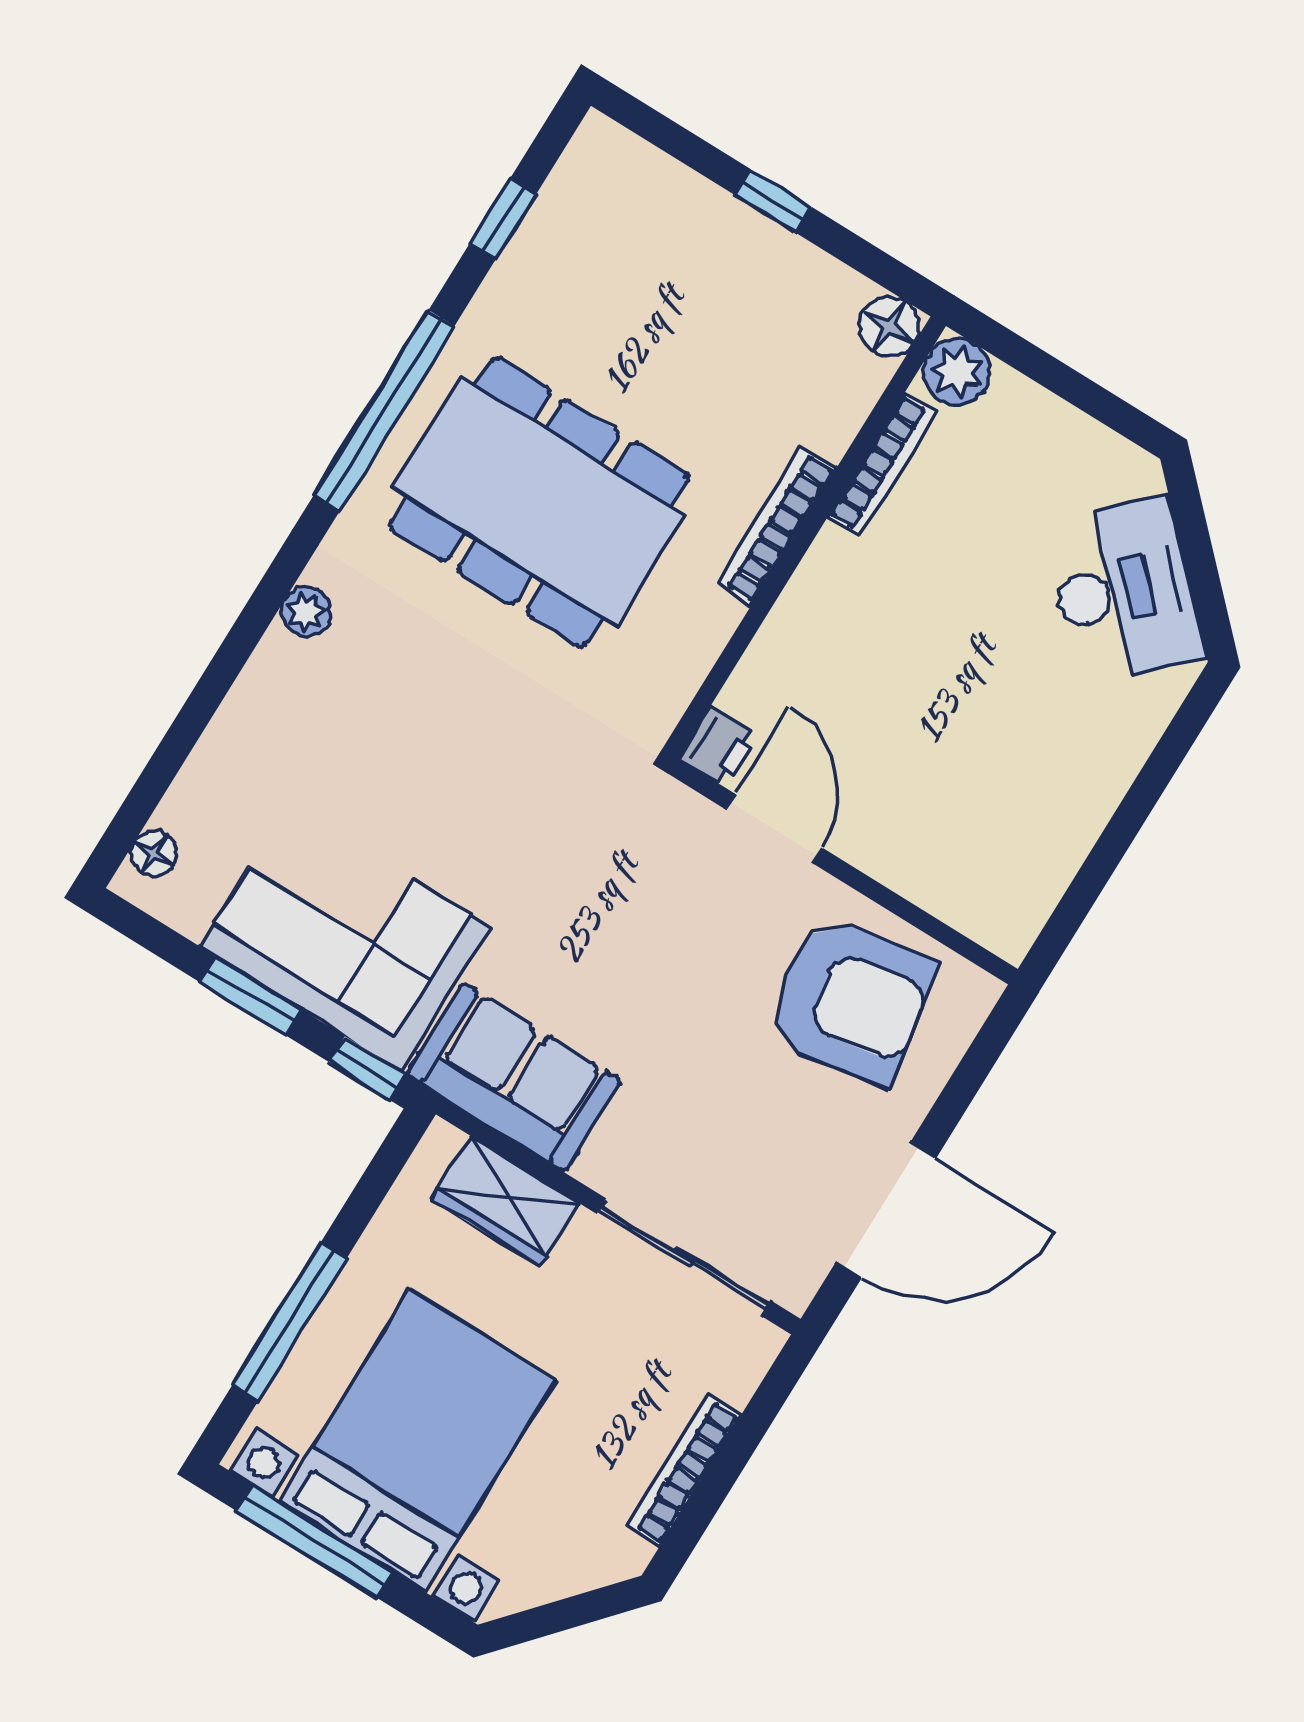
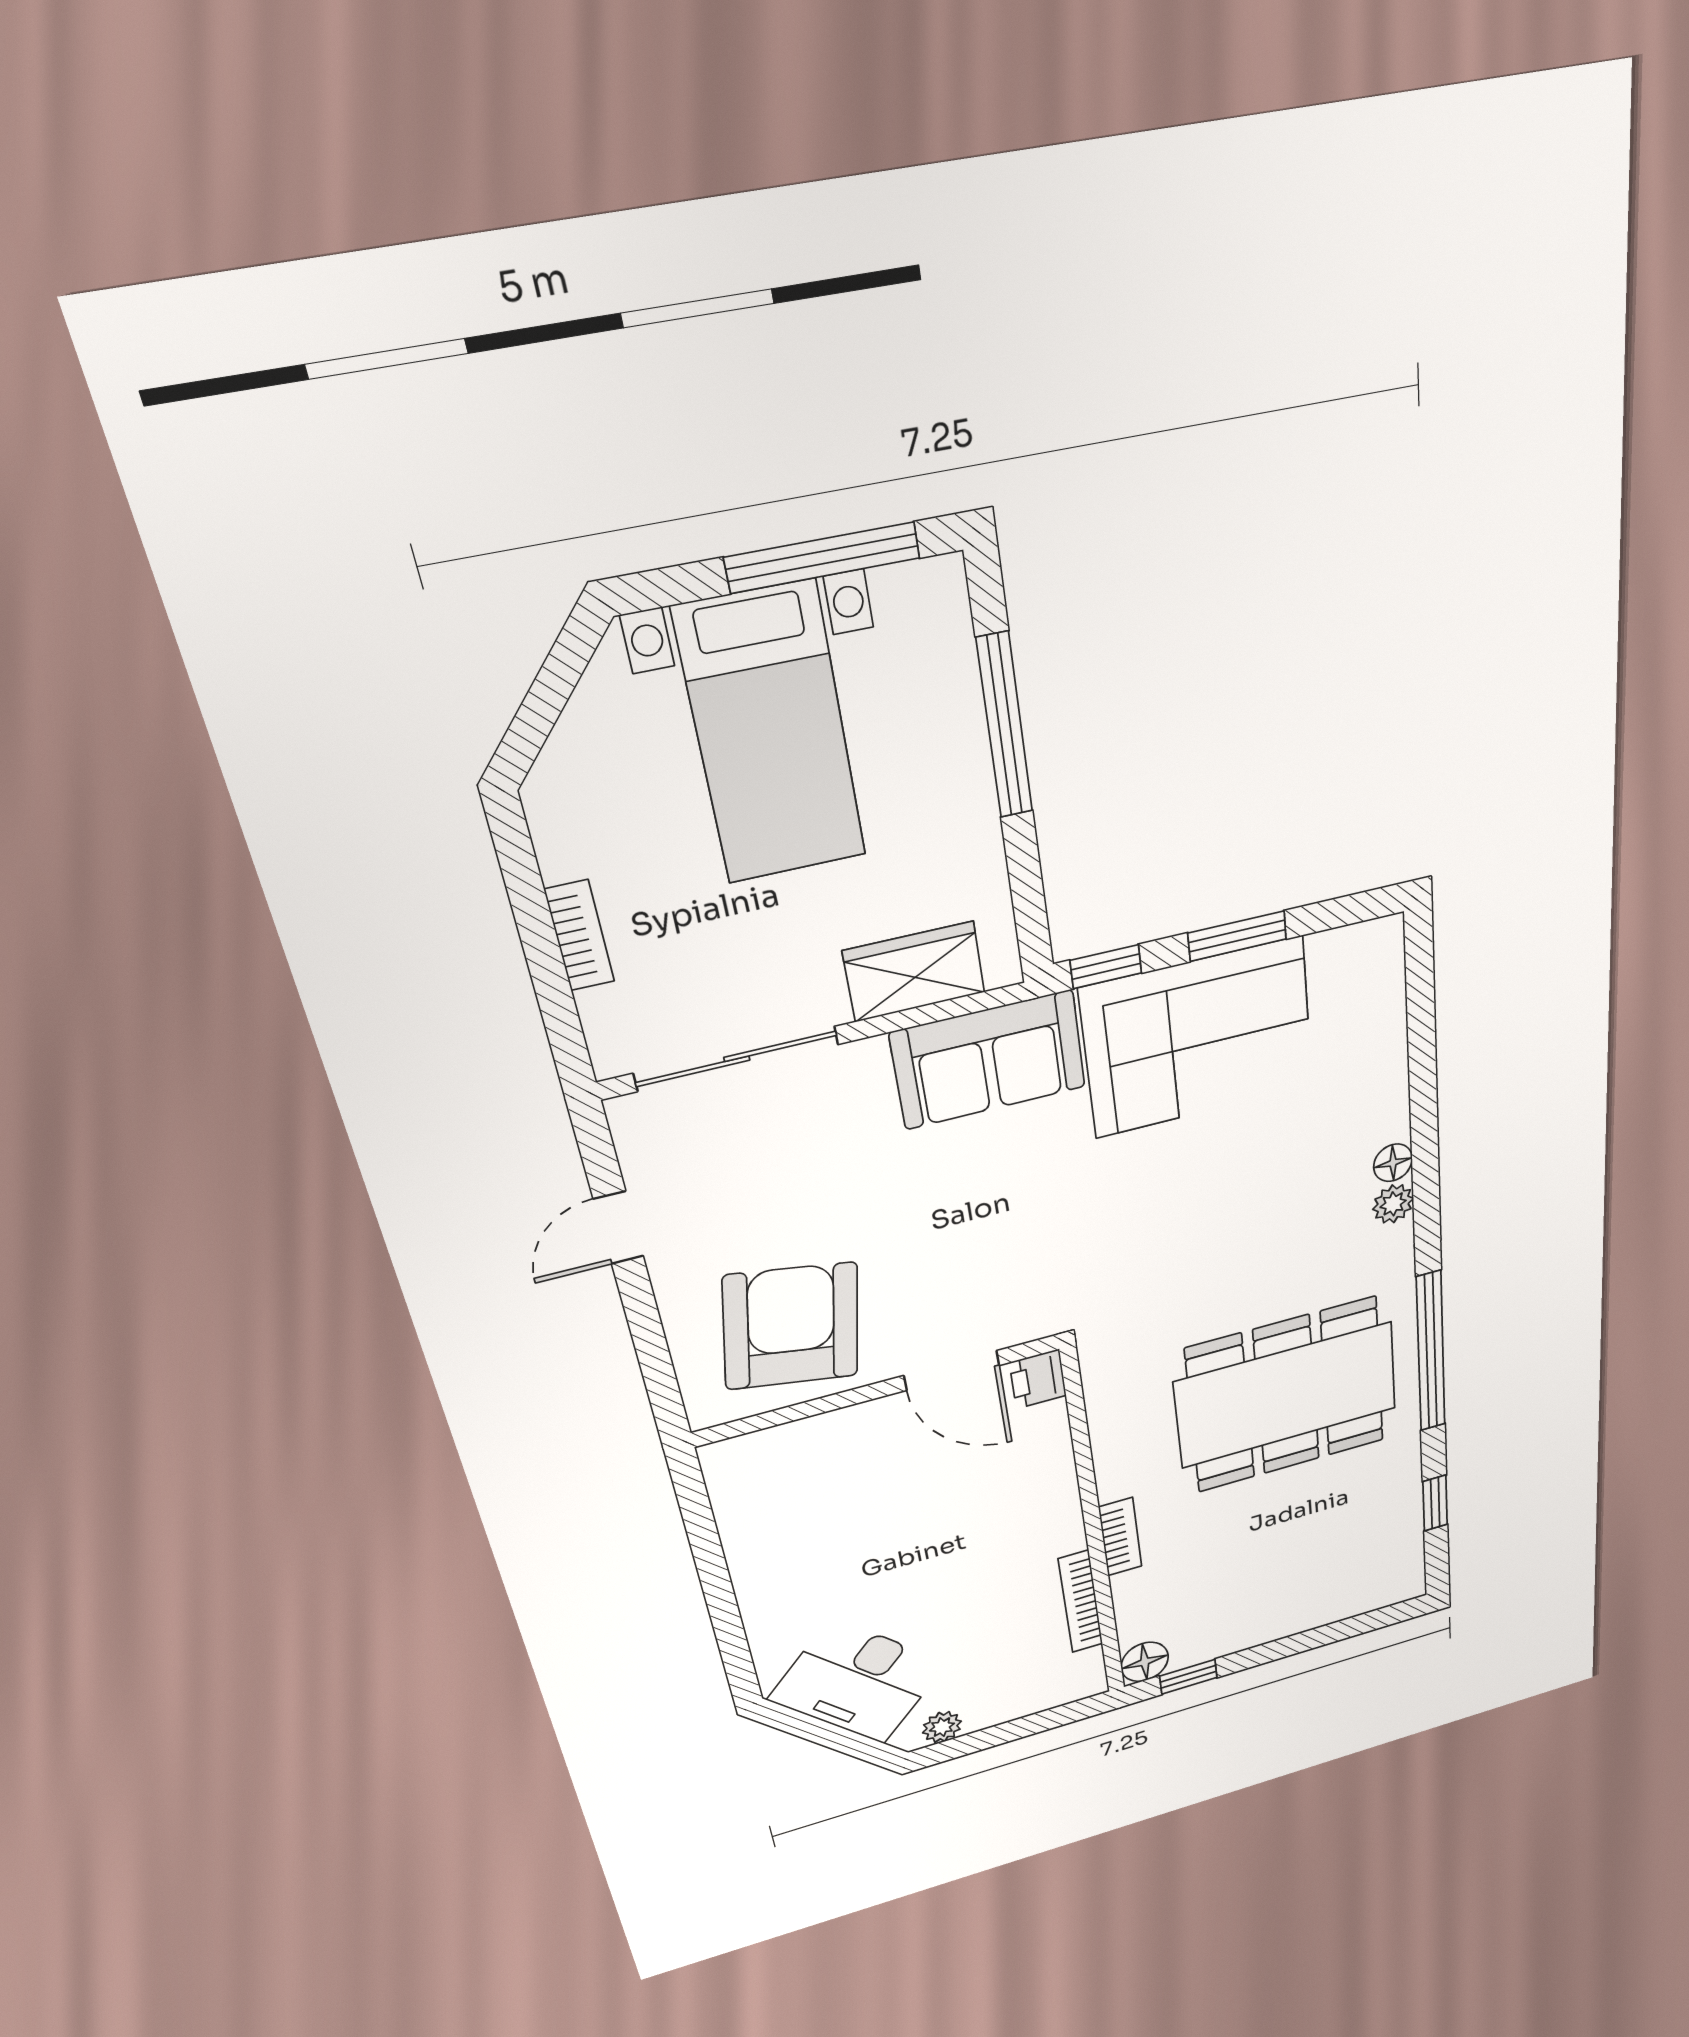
window: (773, 201) -> (1188, 1677), moved
plant: (957, 371) -> (942, 1727), moved, width x0.73, depth x0.73
bookcase: (776, 526) -> (1120, 1537), width x0.64
floor lamp: (154, 853) -> (1393, 1163), moved
armchair: (851, 1000) -> (791, 1326), turned 110
door: (886, 1210) -> (618, 1228), width x0.53
bed with nightstands: (417, 1441) -> (771, 735), width x0.73
bookcase: (684, 1470) -> (579, 936), width x0.64

